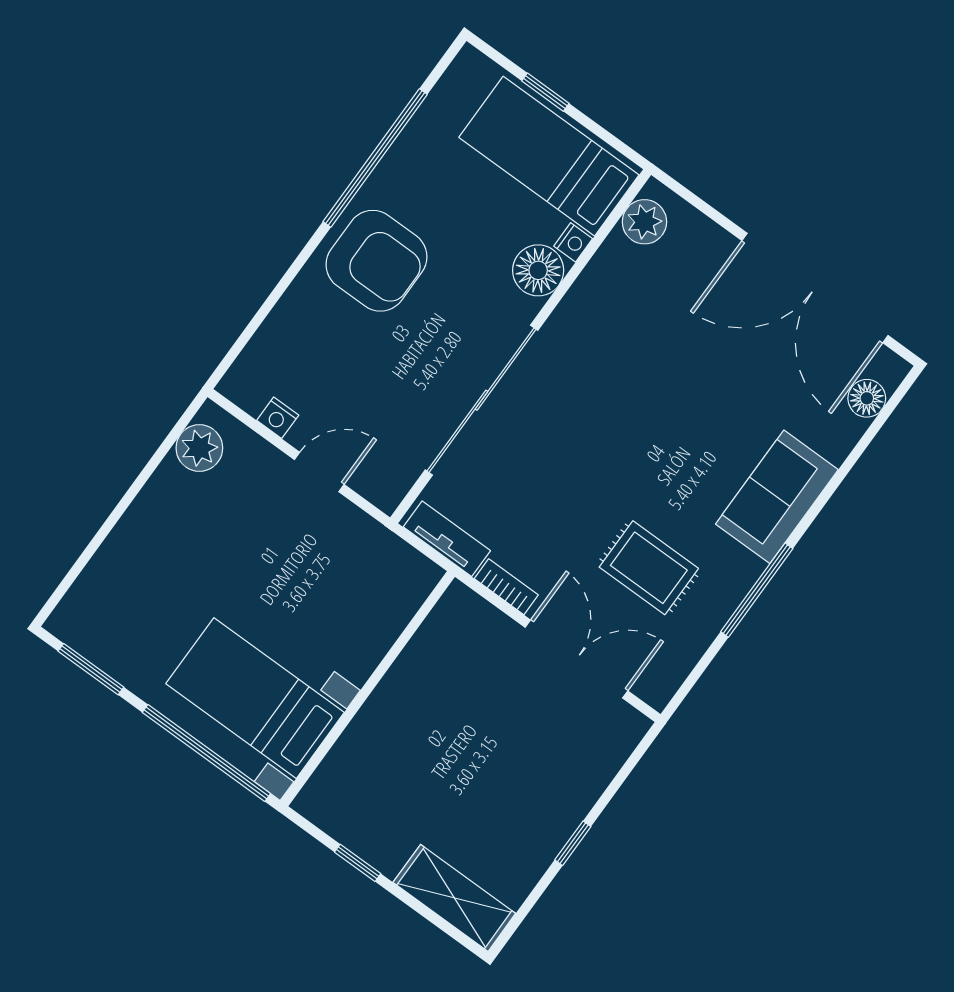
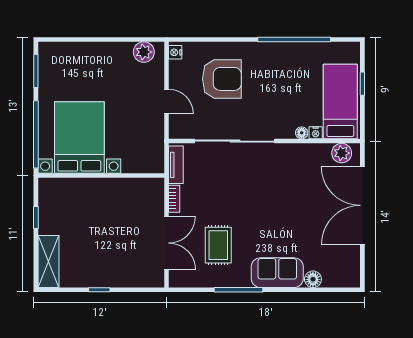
armchair: (377, 261) -> (222, 79), moved, turned -90
floor lamp: (538, 270) -> (302, 133), width x0.53, depth x0.53
double door: (815, 288) -> (362, 205), moved
floor lamp: (867, 398) -> (313, 279), moved
nightstand: (278, 418) -> (175, 52), moved
bed with nightstands: (255, 698) -> (79, 137), width x1.36

